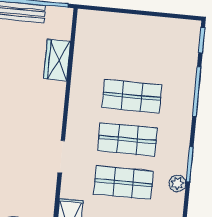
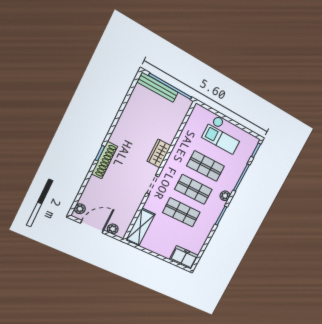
checkout: (139, 38) -> (223, 135), added
wardrobe: (57, 60) -> (159, 153), moved
plant: (177, 183) -> (225, 196), moved

